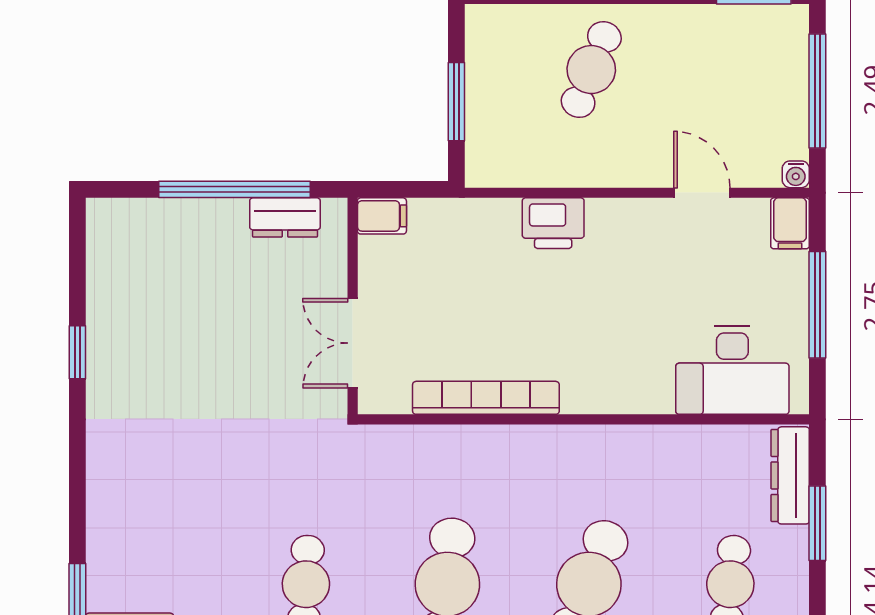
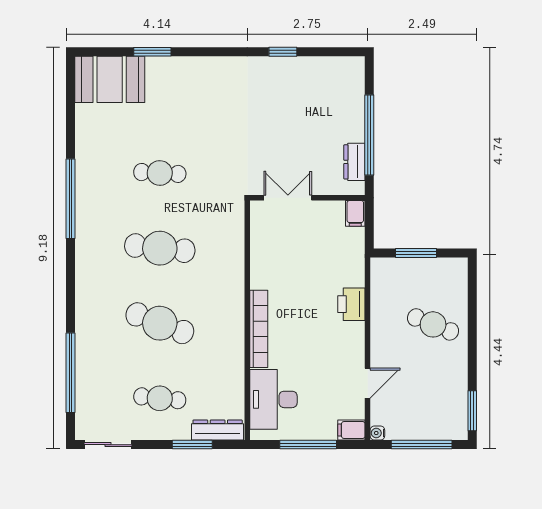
bookcase: (486, 398) -> (259, 329), moved

